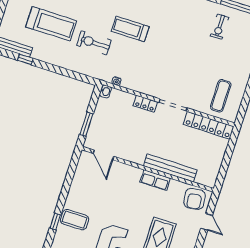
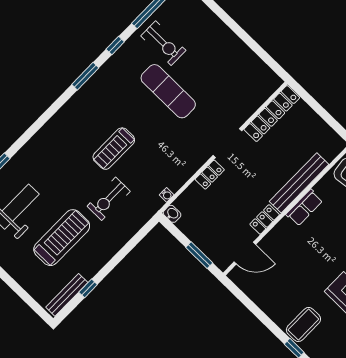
exercise bike: (220, 27) -> (163, 43), width x1.38, depth x1.39
exercise mat: (221, 96) -> (168, 91), moved, width x1.36, depth x1.45
locker: (133, 157) -> (265, 219), added

